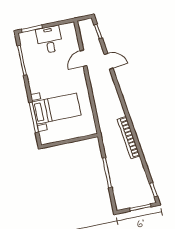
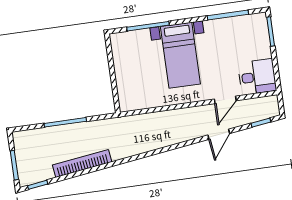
desk: (49, 40) -> (257, 77), moved
door: (83, 58) -> (225, 100), swing flipped
bed with nightstands: (57, 109) -> (180, 55), moved
bookcase: (129, 138) -> (82, 163), moved

